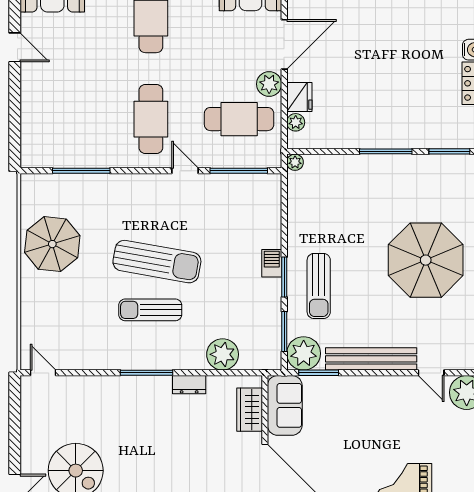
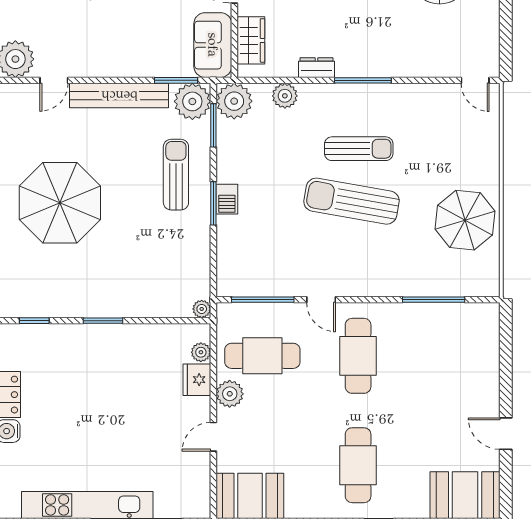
door: (284, 44) -> (213, 437), width x0.53
window: (386, 151) -> (103, 321), width x0.69
window: (449, 151) -> (34, 321), width x0.67
window: (284, 277) -> (213, 203), moved
plant: (223, 354) -> (285, 96), width x0.73, depth x0.73
plant: (265, 354) -> (234, 101), added
door: (431, 373) -> (54, 80), swing flipped

